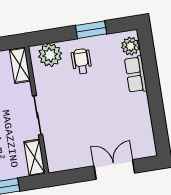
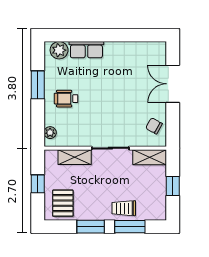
plant: (50, 55) -> (50, 133), width x0.53, depth x0.53
shelving: (20, 65) -> (75, 157), moved
chair: (68, 157) -> (154, 126), added

